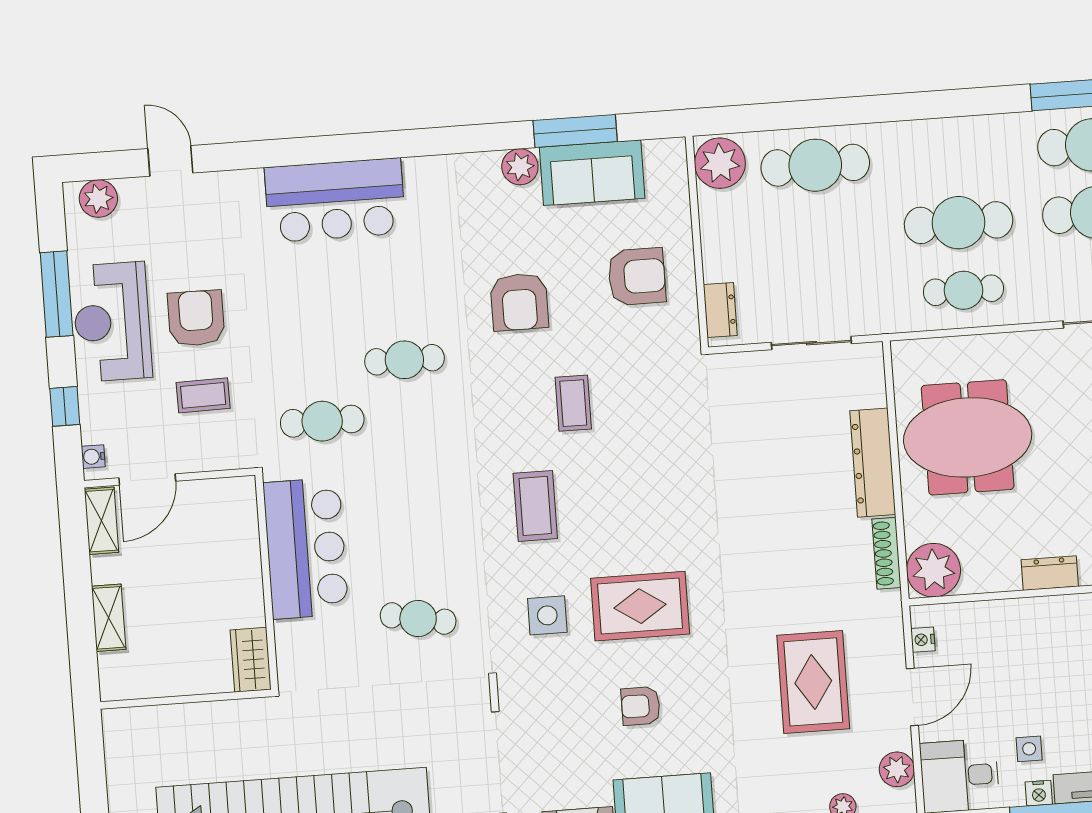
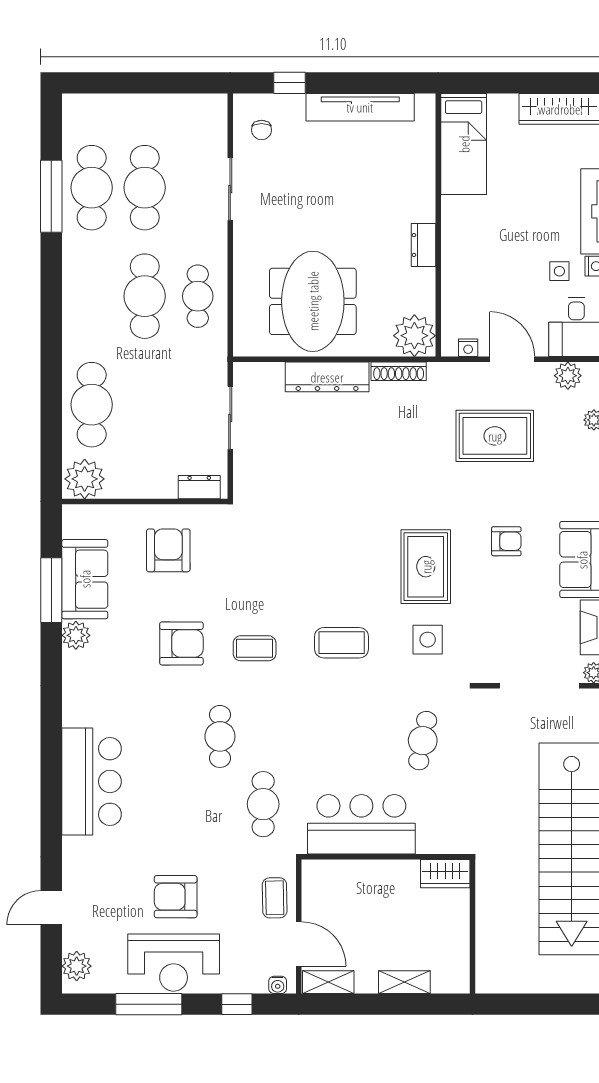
coffee table: (203, 395) -> (275, 898), moved
coffee table: (573, 403) -> (255, 648), moved
armchair: (641, 706) -> (506, 541), moved, turned -90

